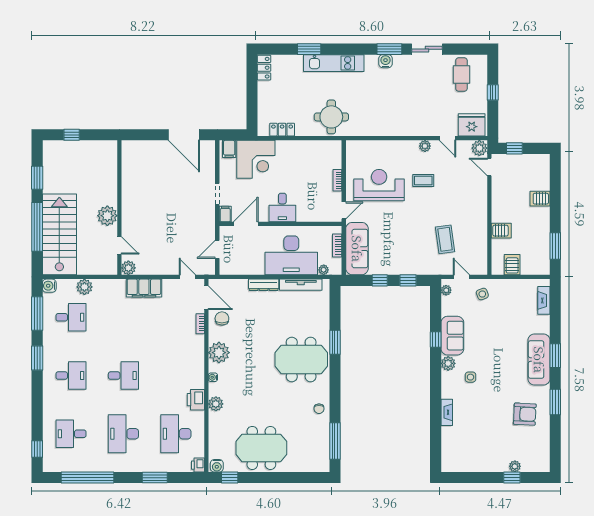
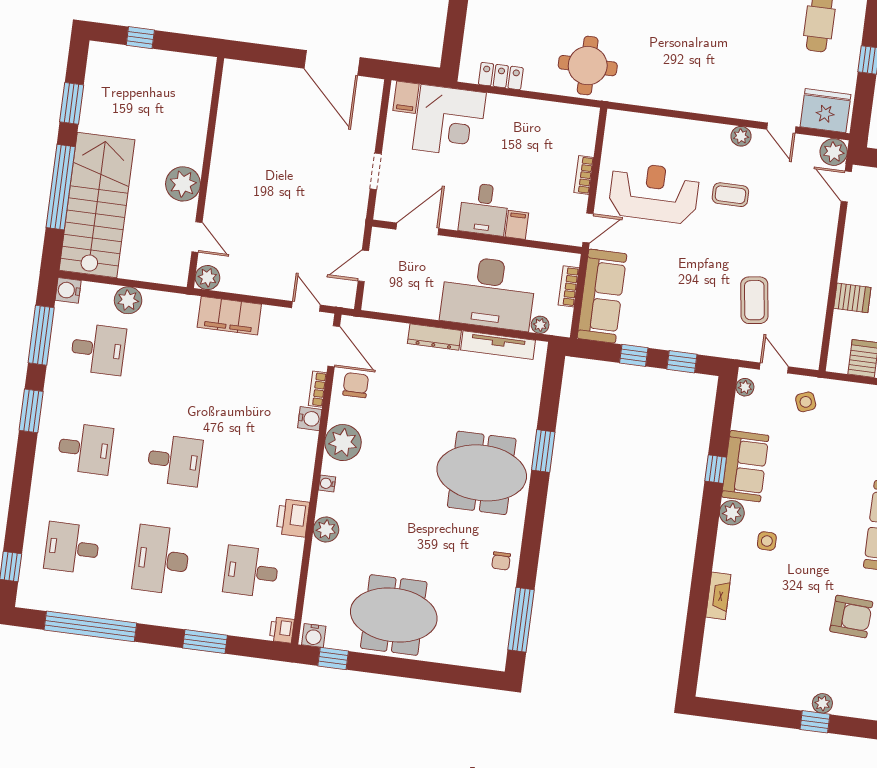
filing cabinet: (225, 214) -> (517, 225), moved
water cooler: (198, 341) -> (310, 419), added
desk: (176, 434) -> (251, 572), width x0.73

